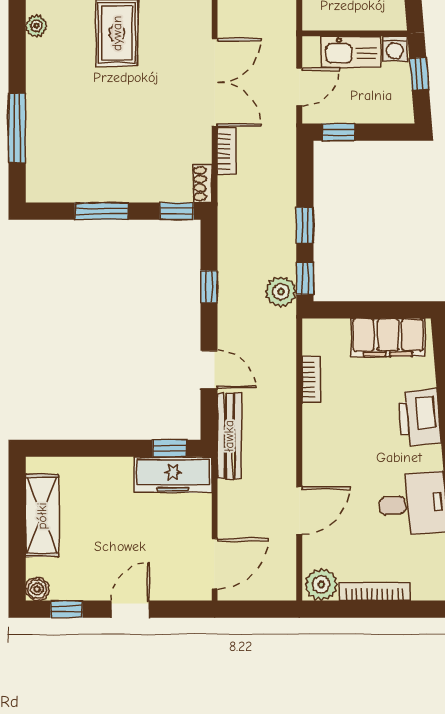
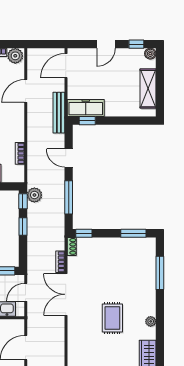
window: (101, 211) -> (133, 233), moved
window: (209, 287) -> (69, 197), width x2.17
bench: (229, 436) -> (59, 113), moved

